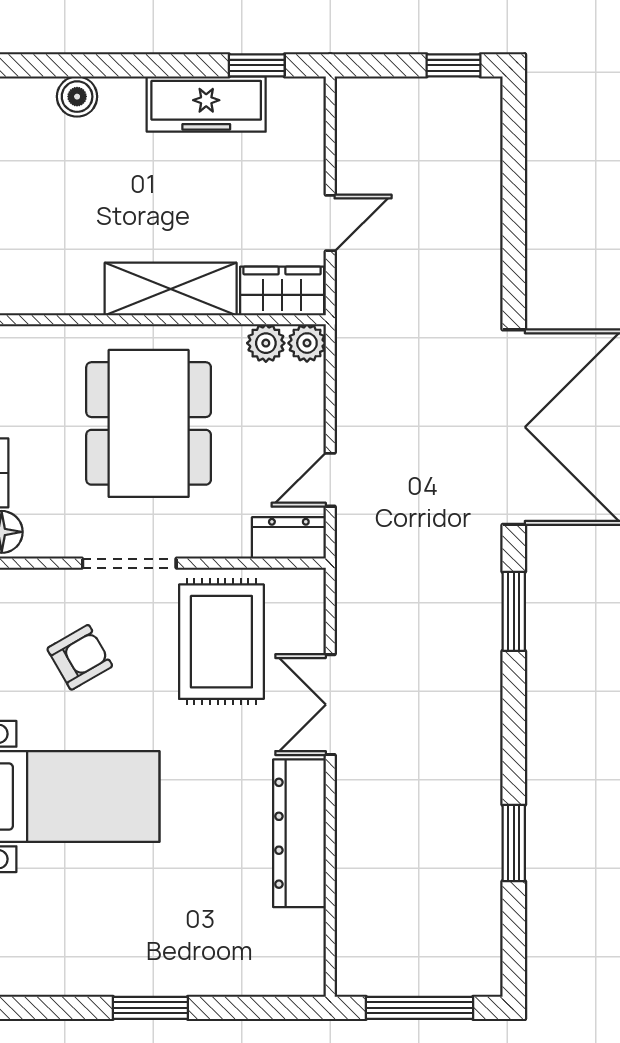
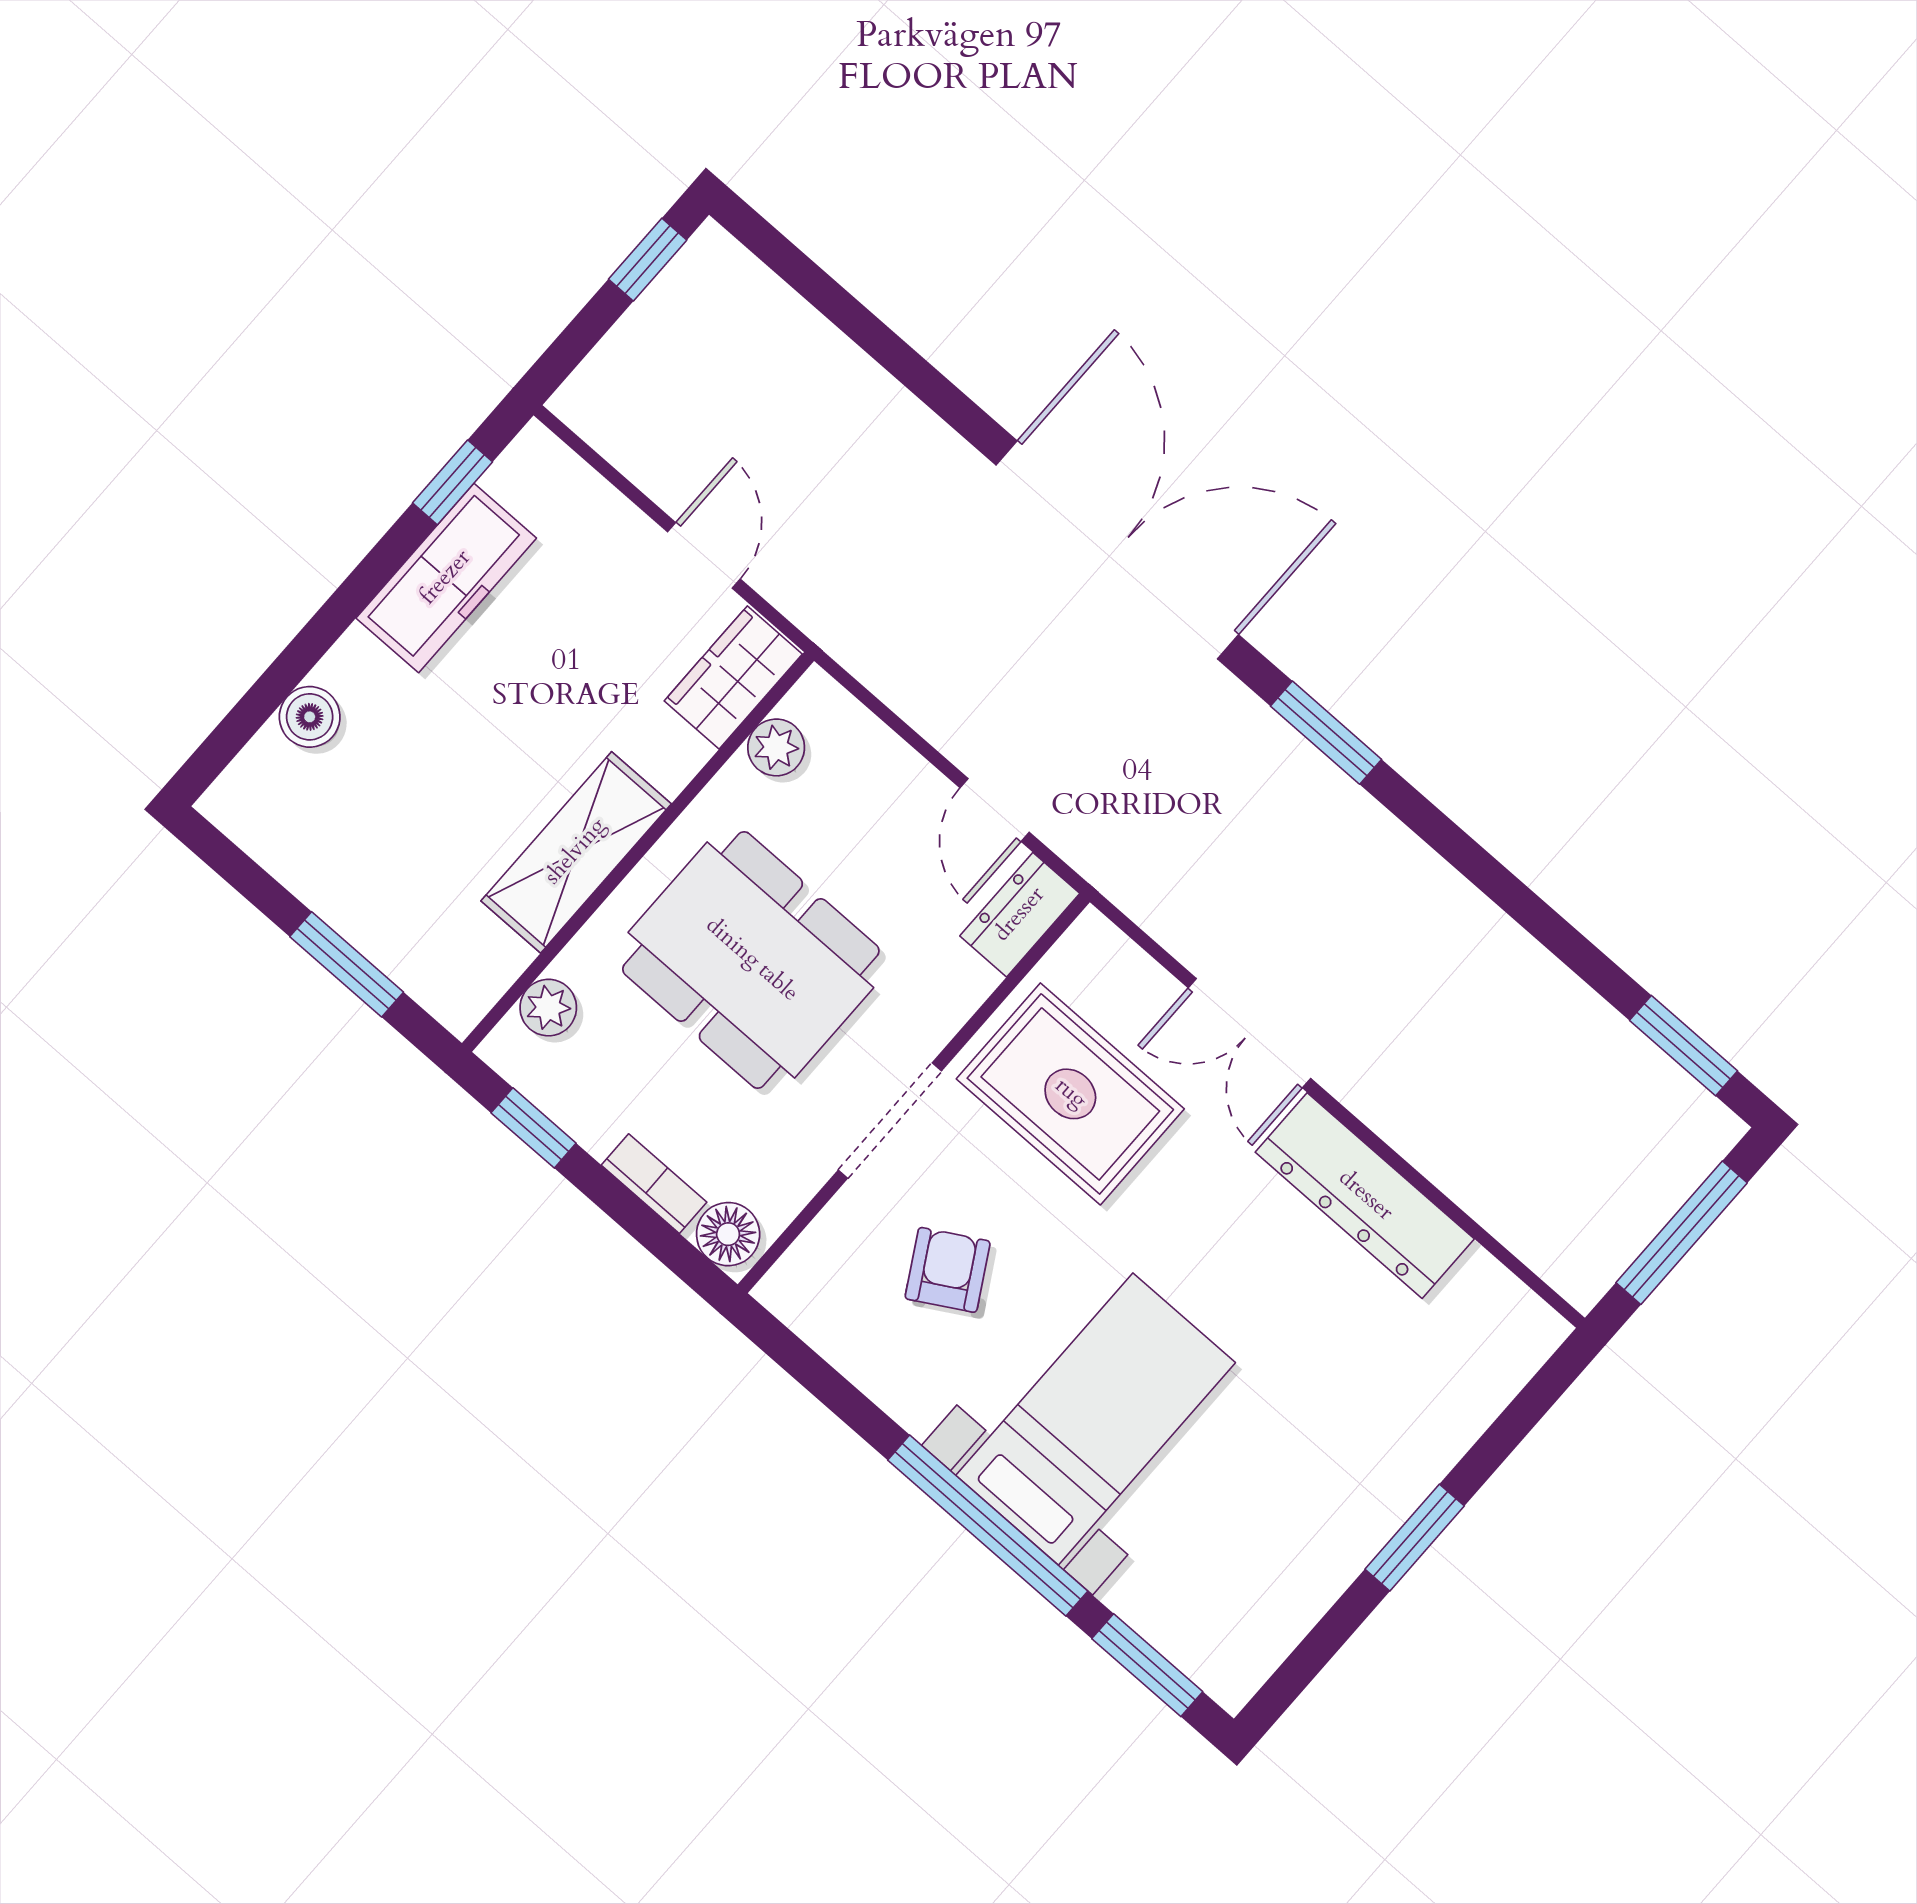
shelving: (171, 289) -> (576, 852), moved
plant: (307, 343) -> (548, 1008), moved
window: (514, 843) -> (1684, 1046), moved

